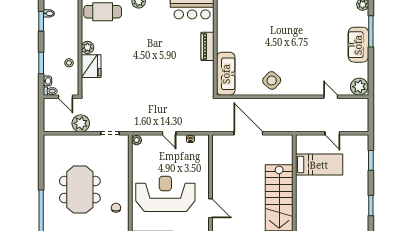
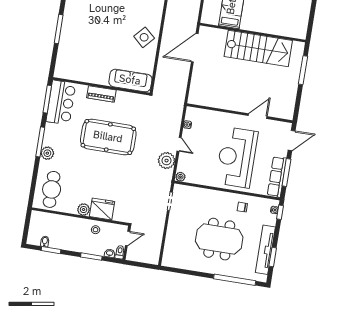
pool table: (165, 61) -> (108, 137), added
plant: (81, 123) -> (167, 161), moved
door: (169, 133) -> (179, 144), hinge flipped
door: (248, 133) -> (195, 48), moved

